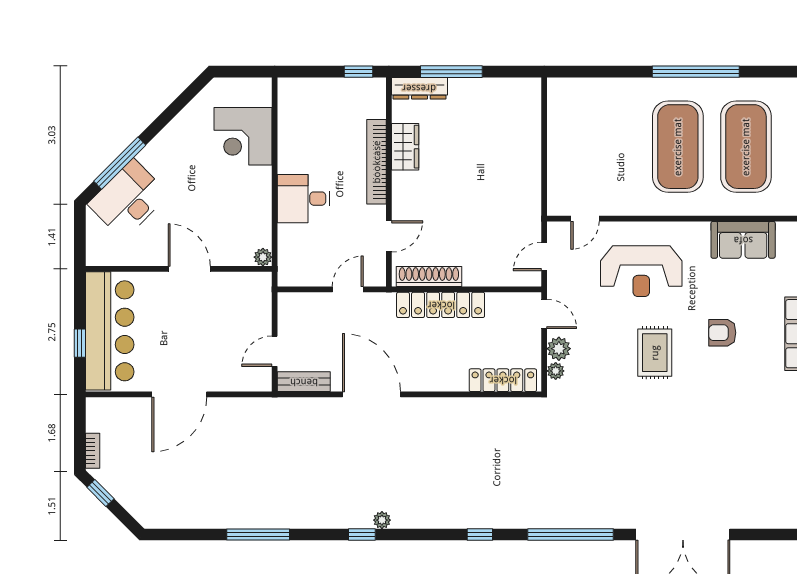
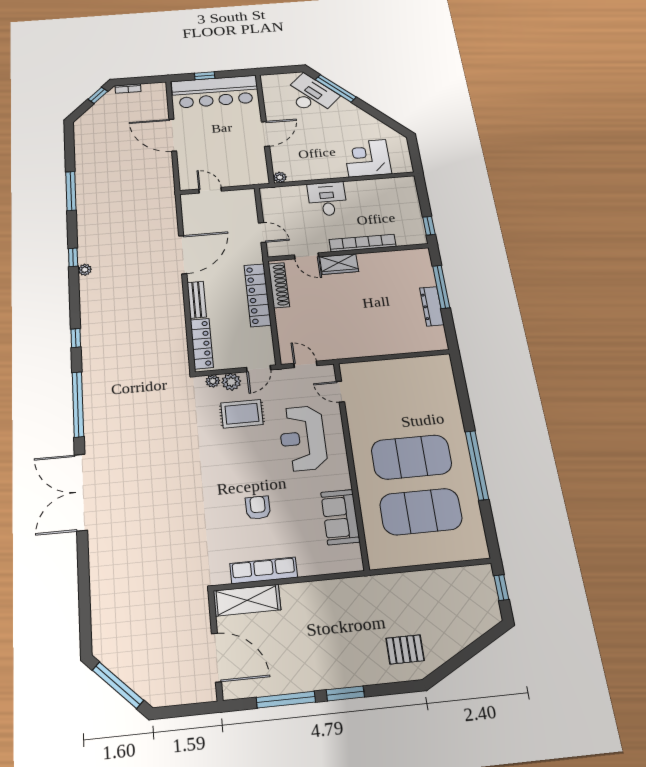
dresser: (419, 88) -> (432, 306), moved
wardrobe: (405, 147) -> (339, 264), moved
rug: (655, 353) -> (242, 414), moved
bench: (304, 382) -> (197, 300), moved

